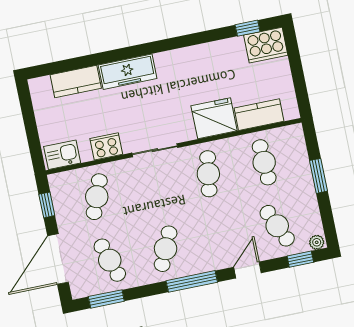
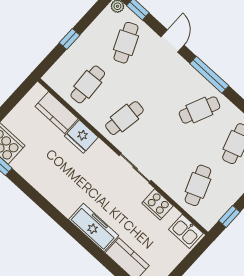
fridge: (214, 118) -> (81, 137), width x0.73, depth x0.75
window: (319, 176) -> (69, 39), width x0.67
cafe table: (97, 197) -> (198, 185), turned -42
door: (247, 270) -> (173, 41), swing flipped

